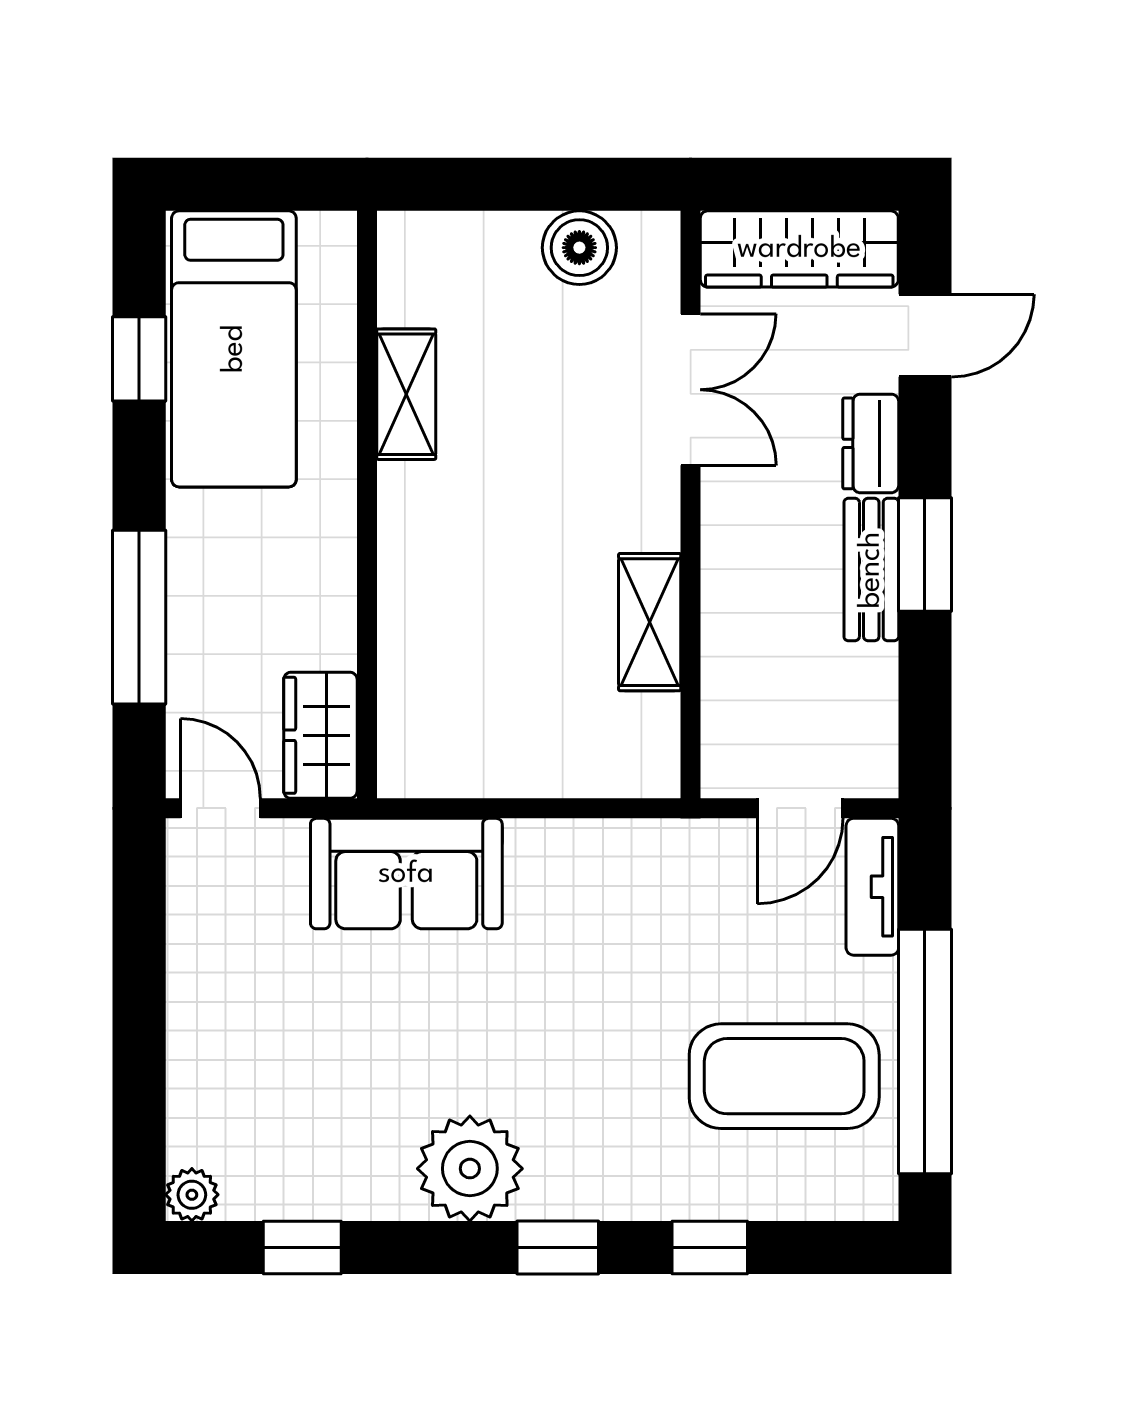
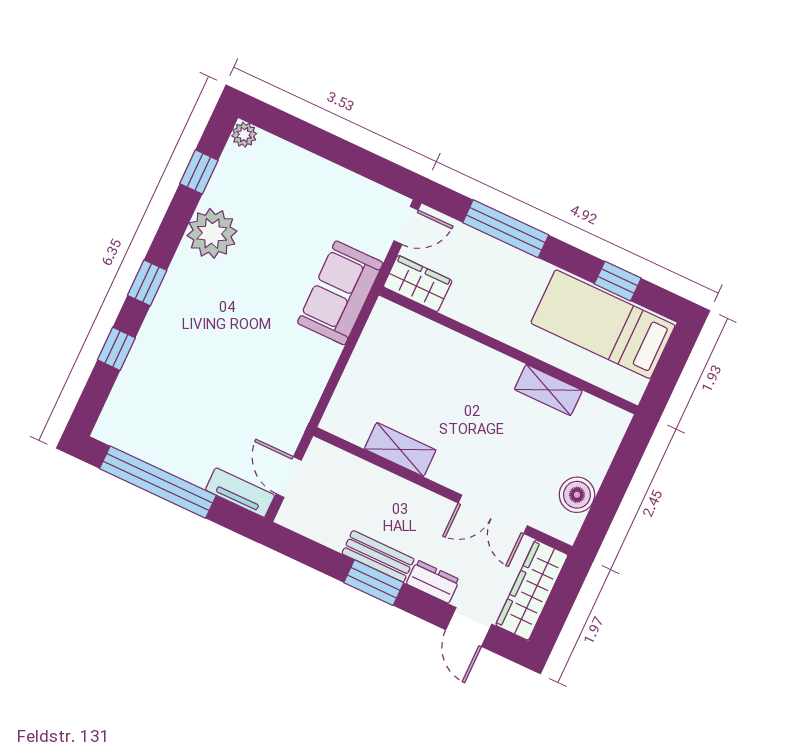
coffee table: (784, 1076) -> (176, 416), removed
plant: (470, 1169) -> (212, 233), moved

